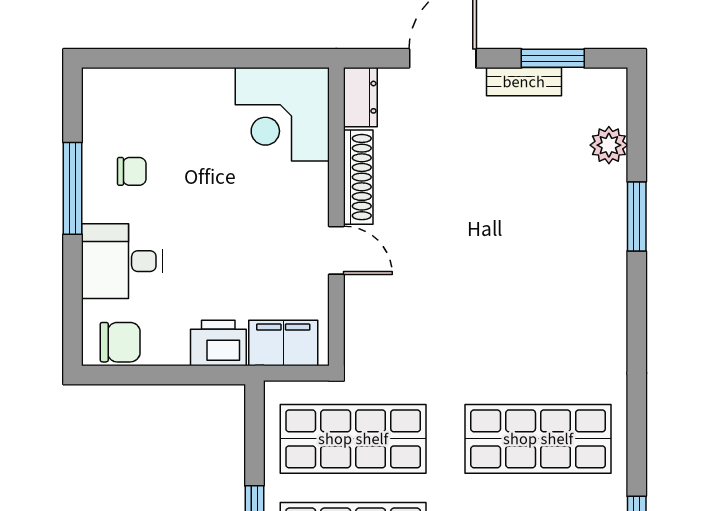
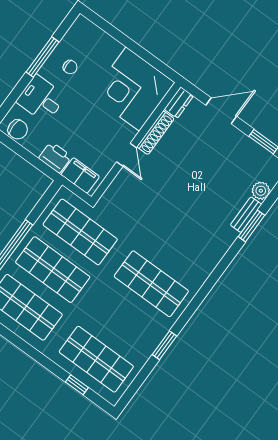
bench: (524, 82) -> (246, 215), moved, turned 90
corner desk: (282, 114) -> (133, 89), width x1.36, depth x1.36

